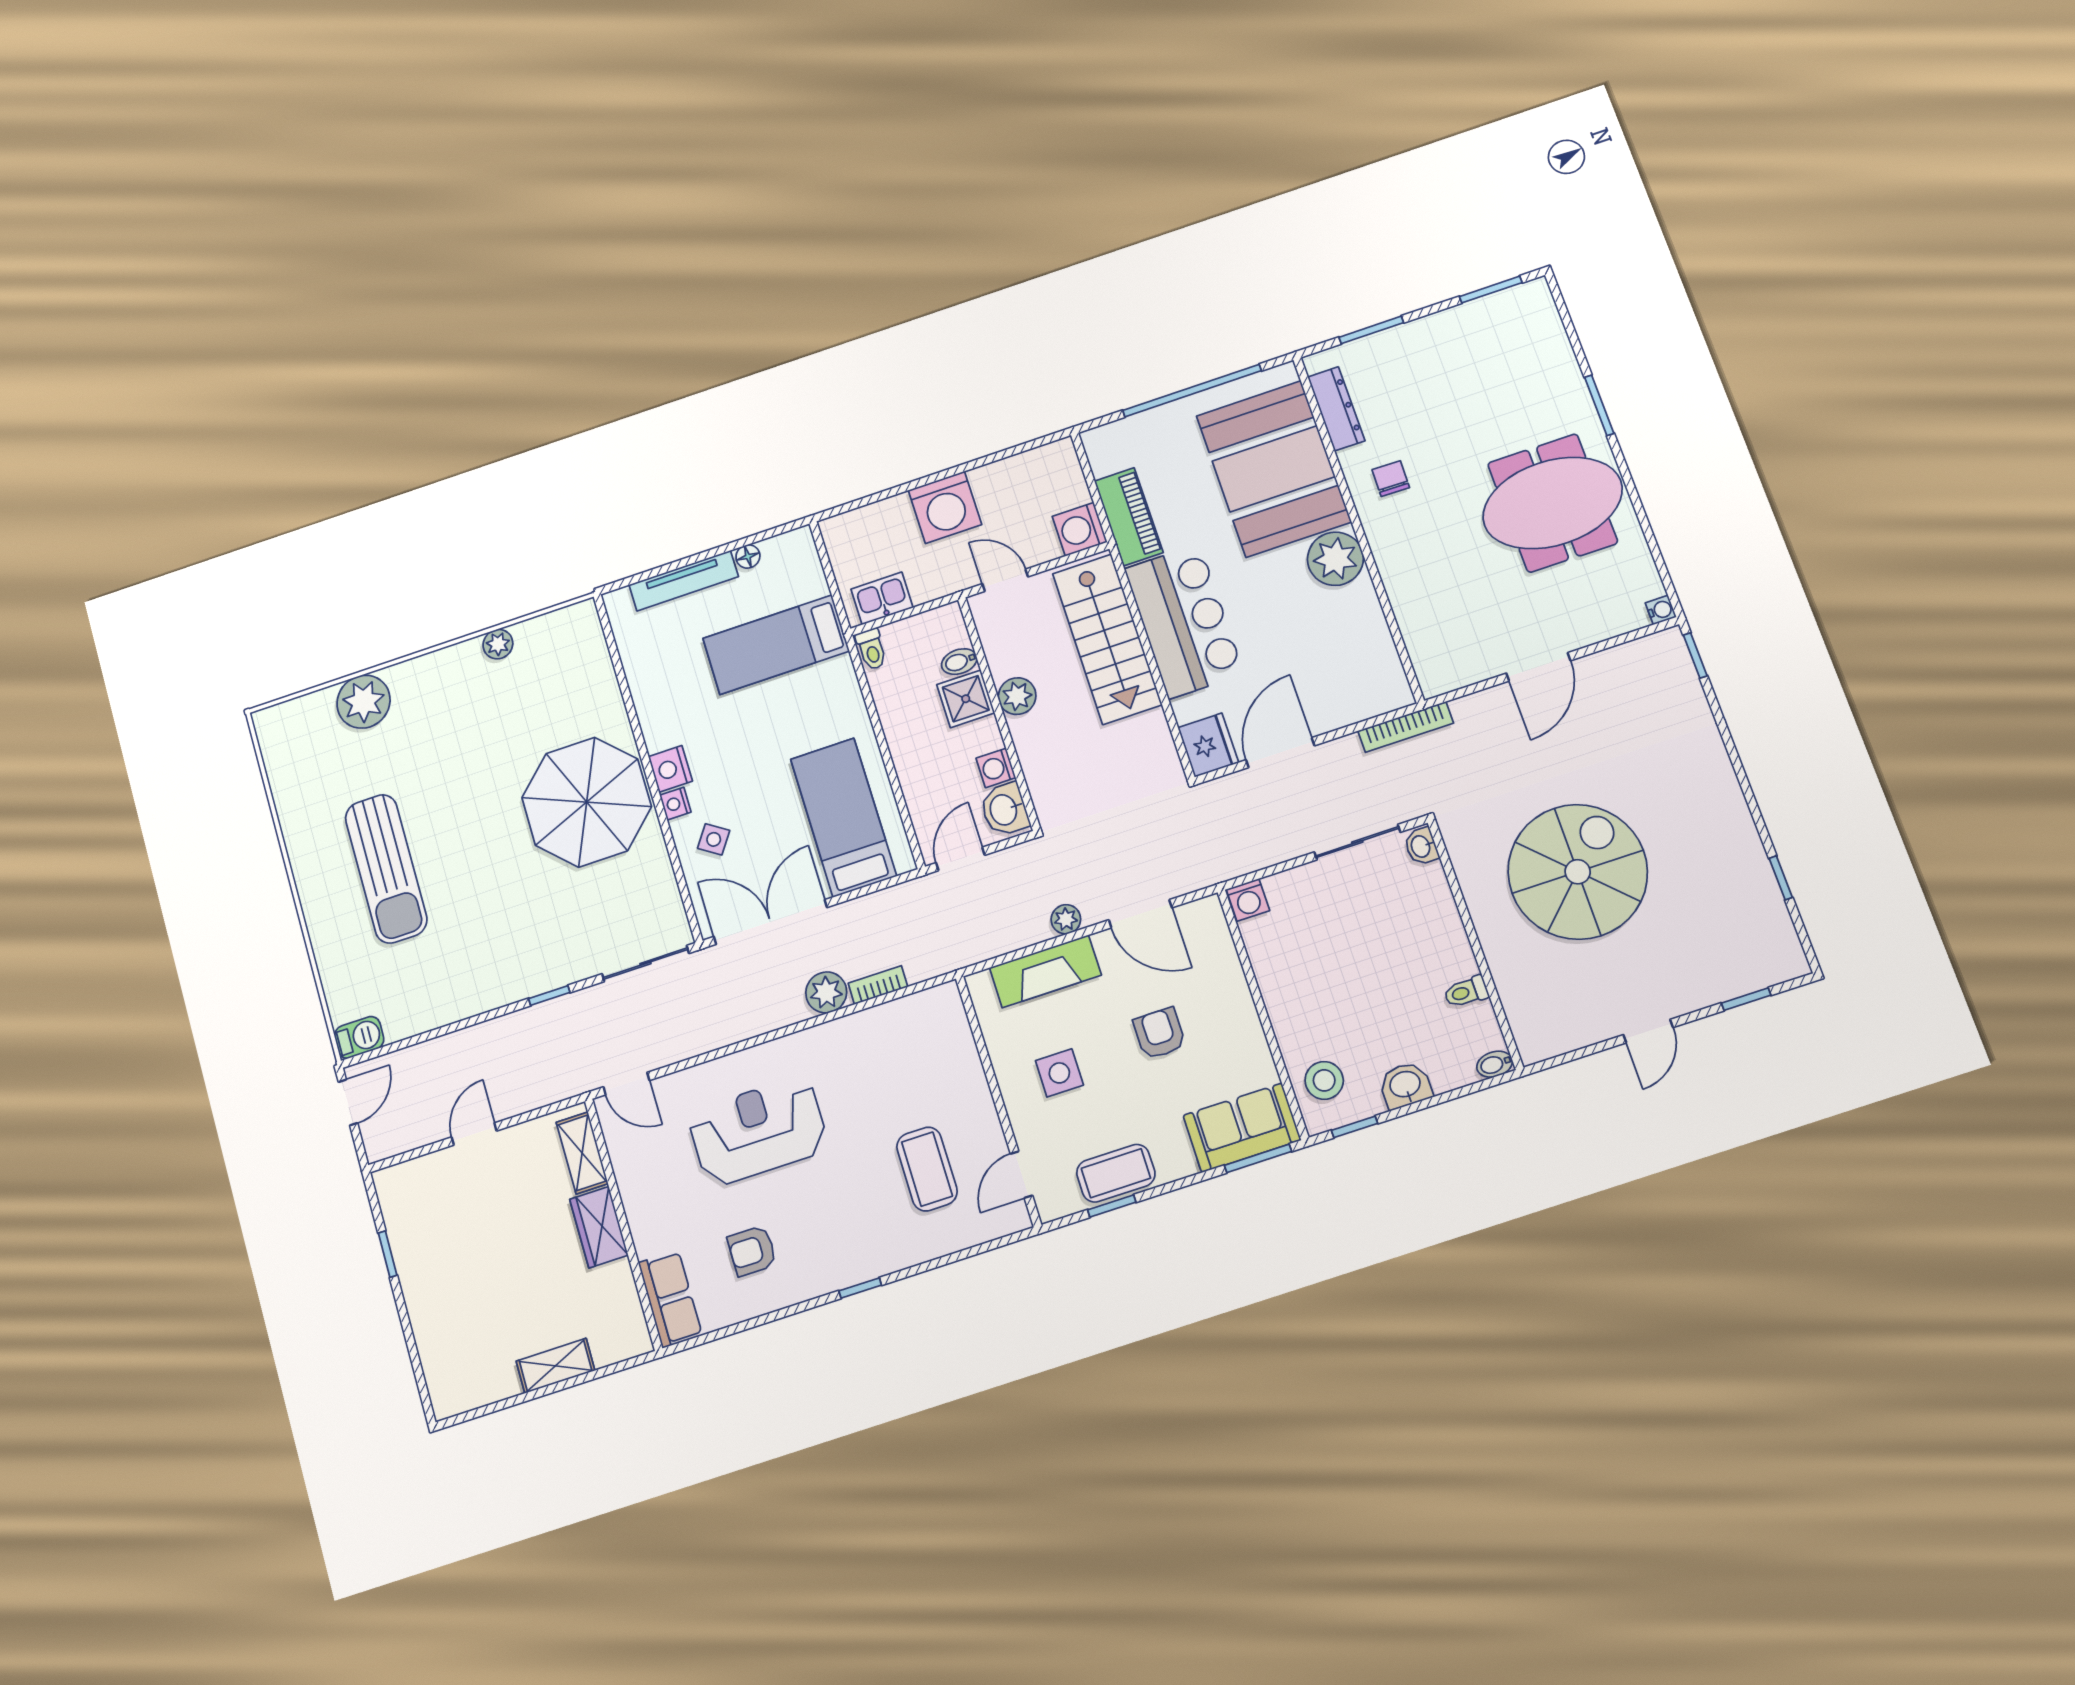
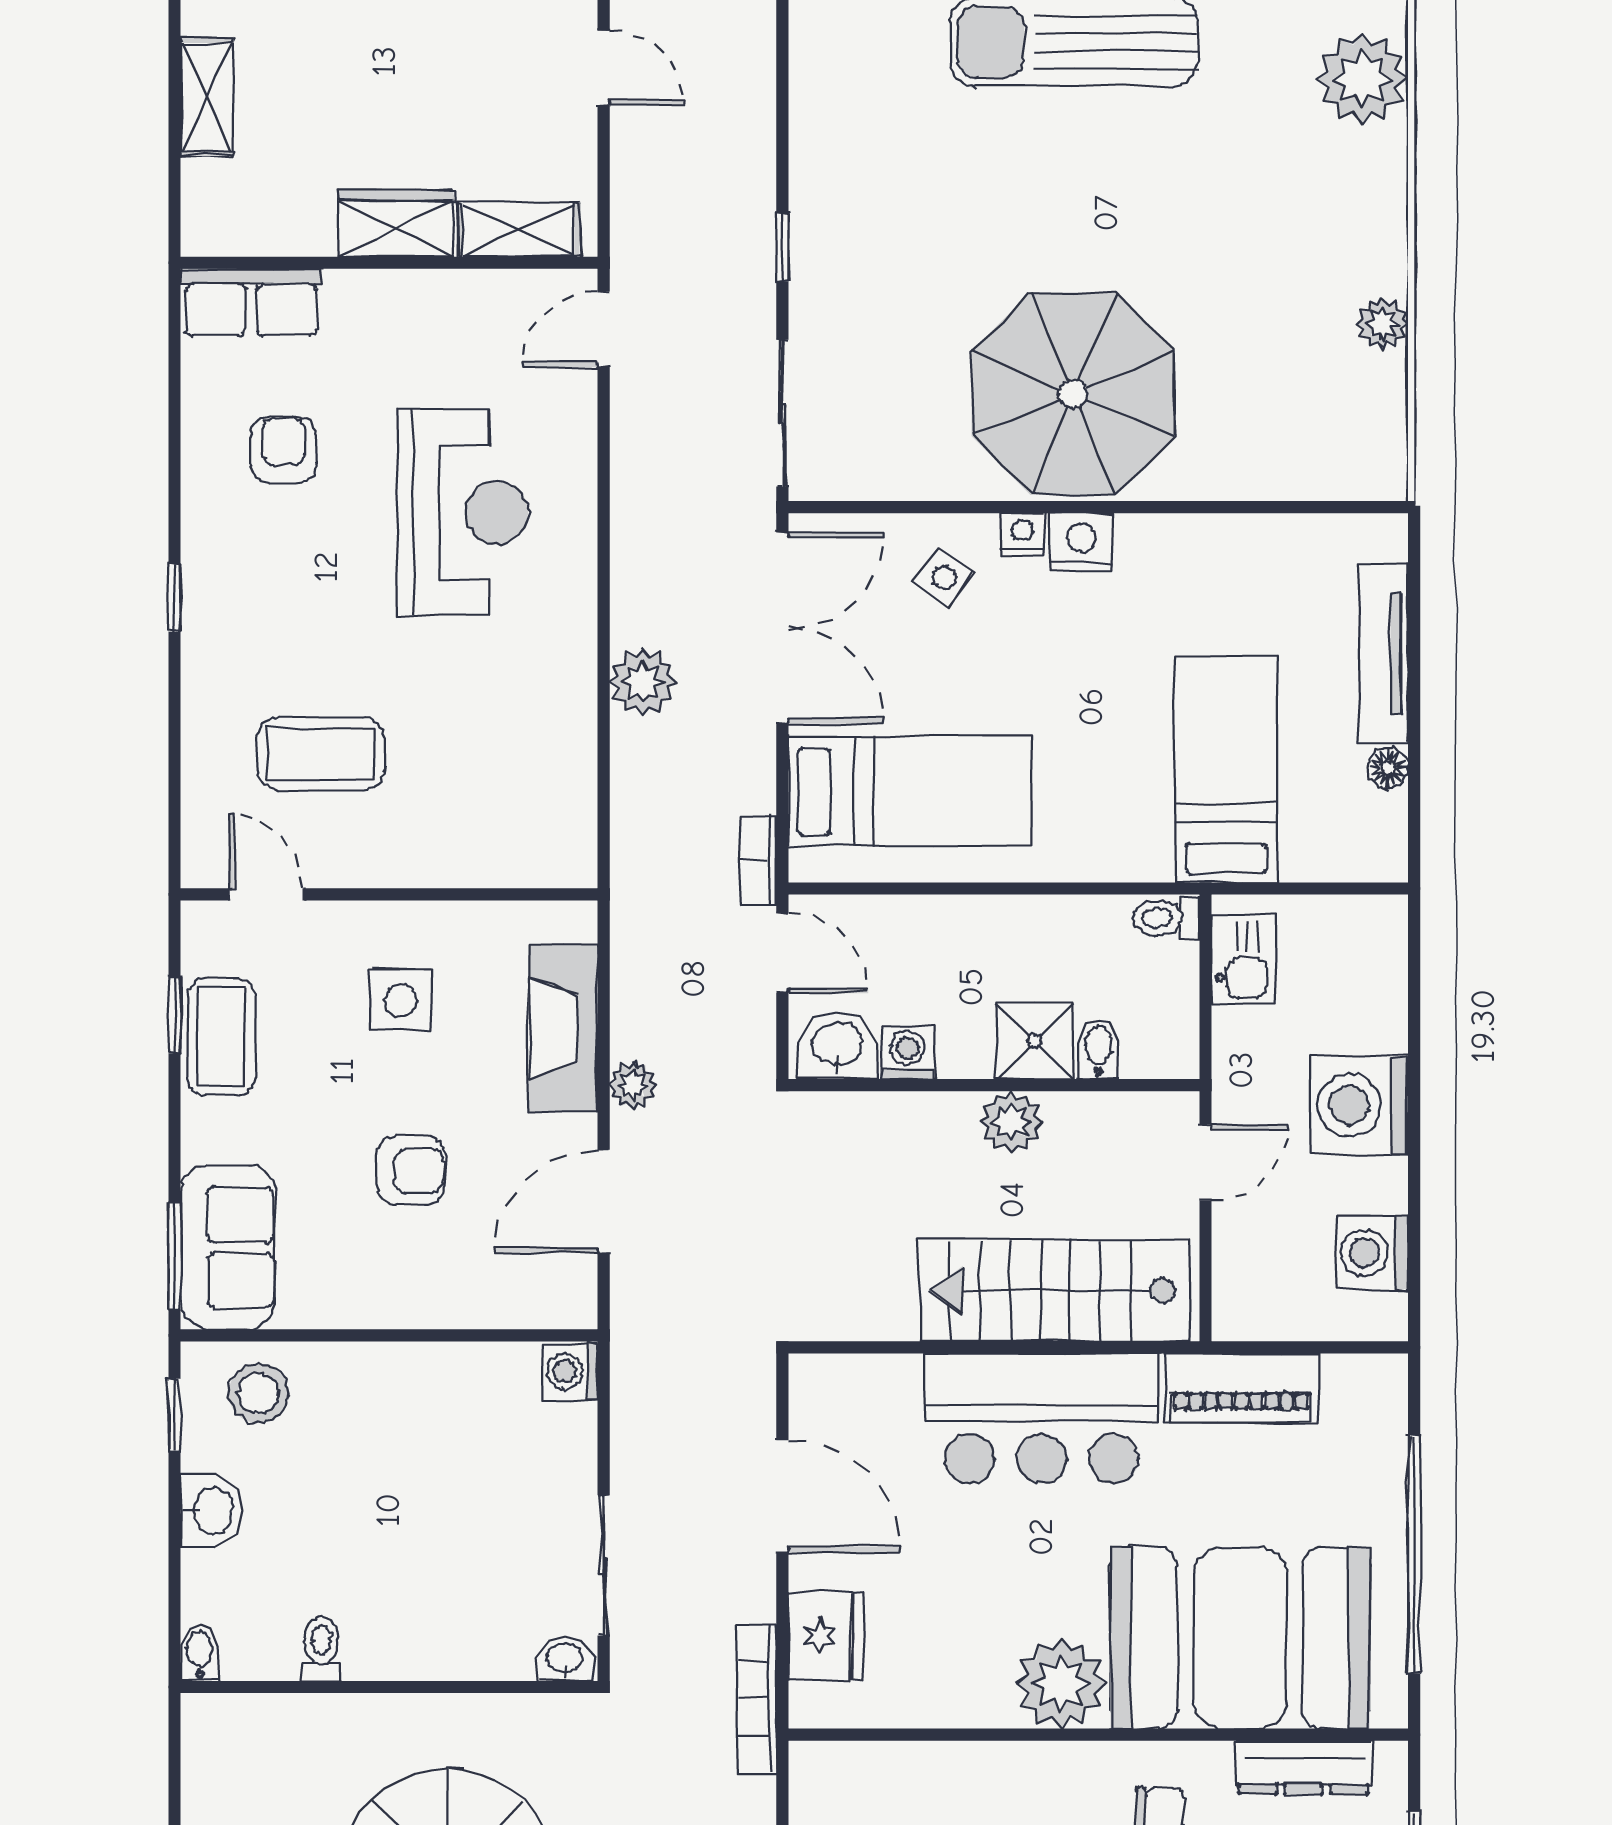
washing machine: (1080, 529) -> (1372, 1252), moved, turned -90
fridge: (1208, 745) -> (826, 1636), moved, turned -90
bookcase: (878, 985) -> (758, 860), moved, turned 180

